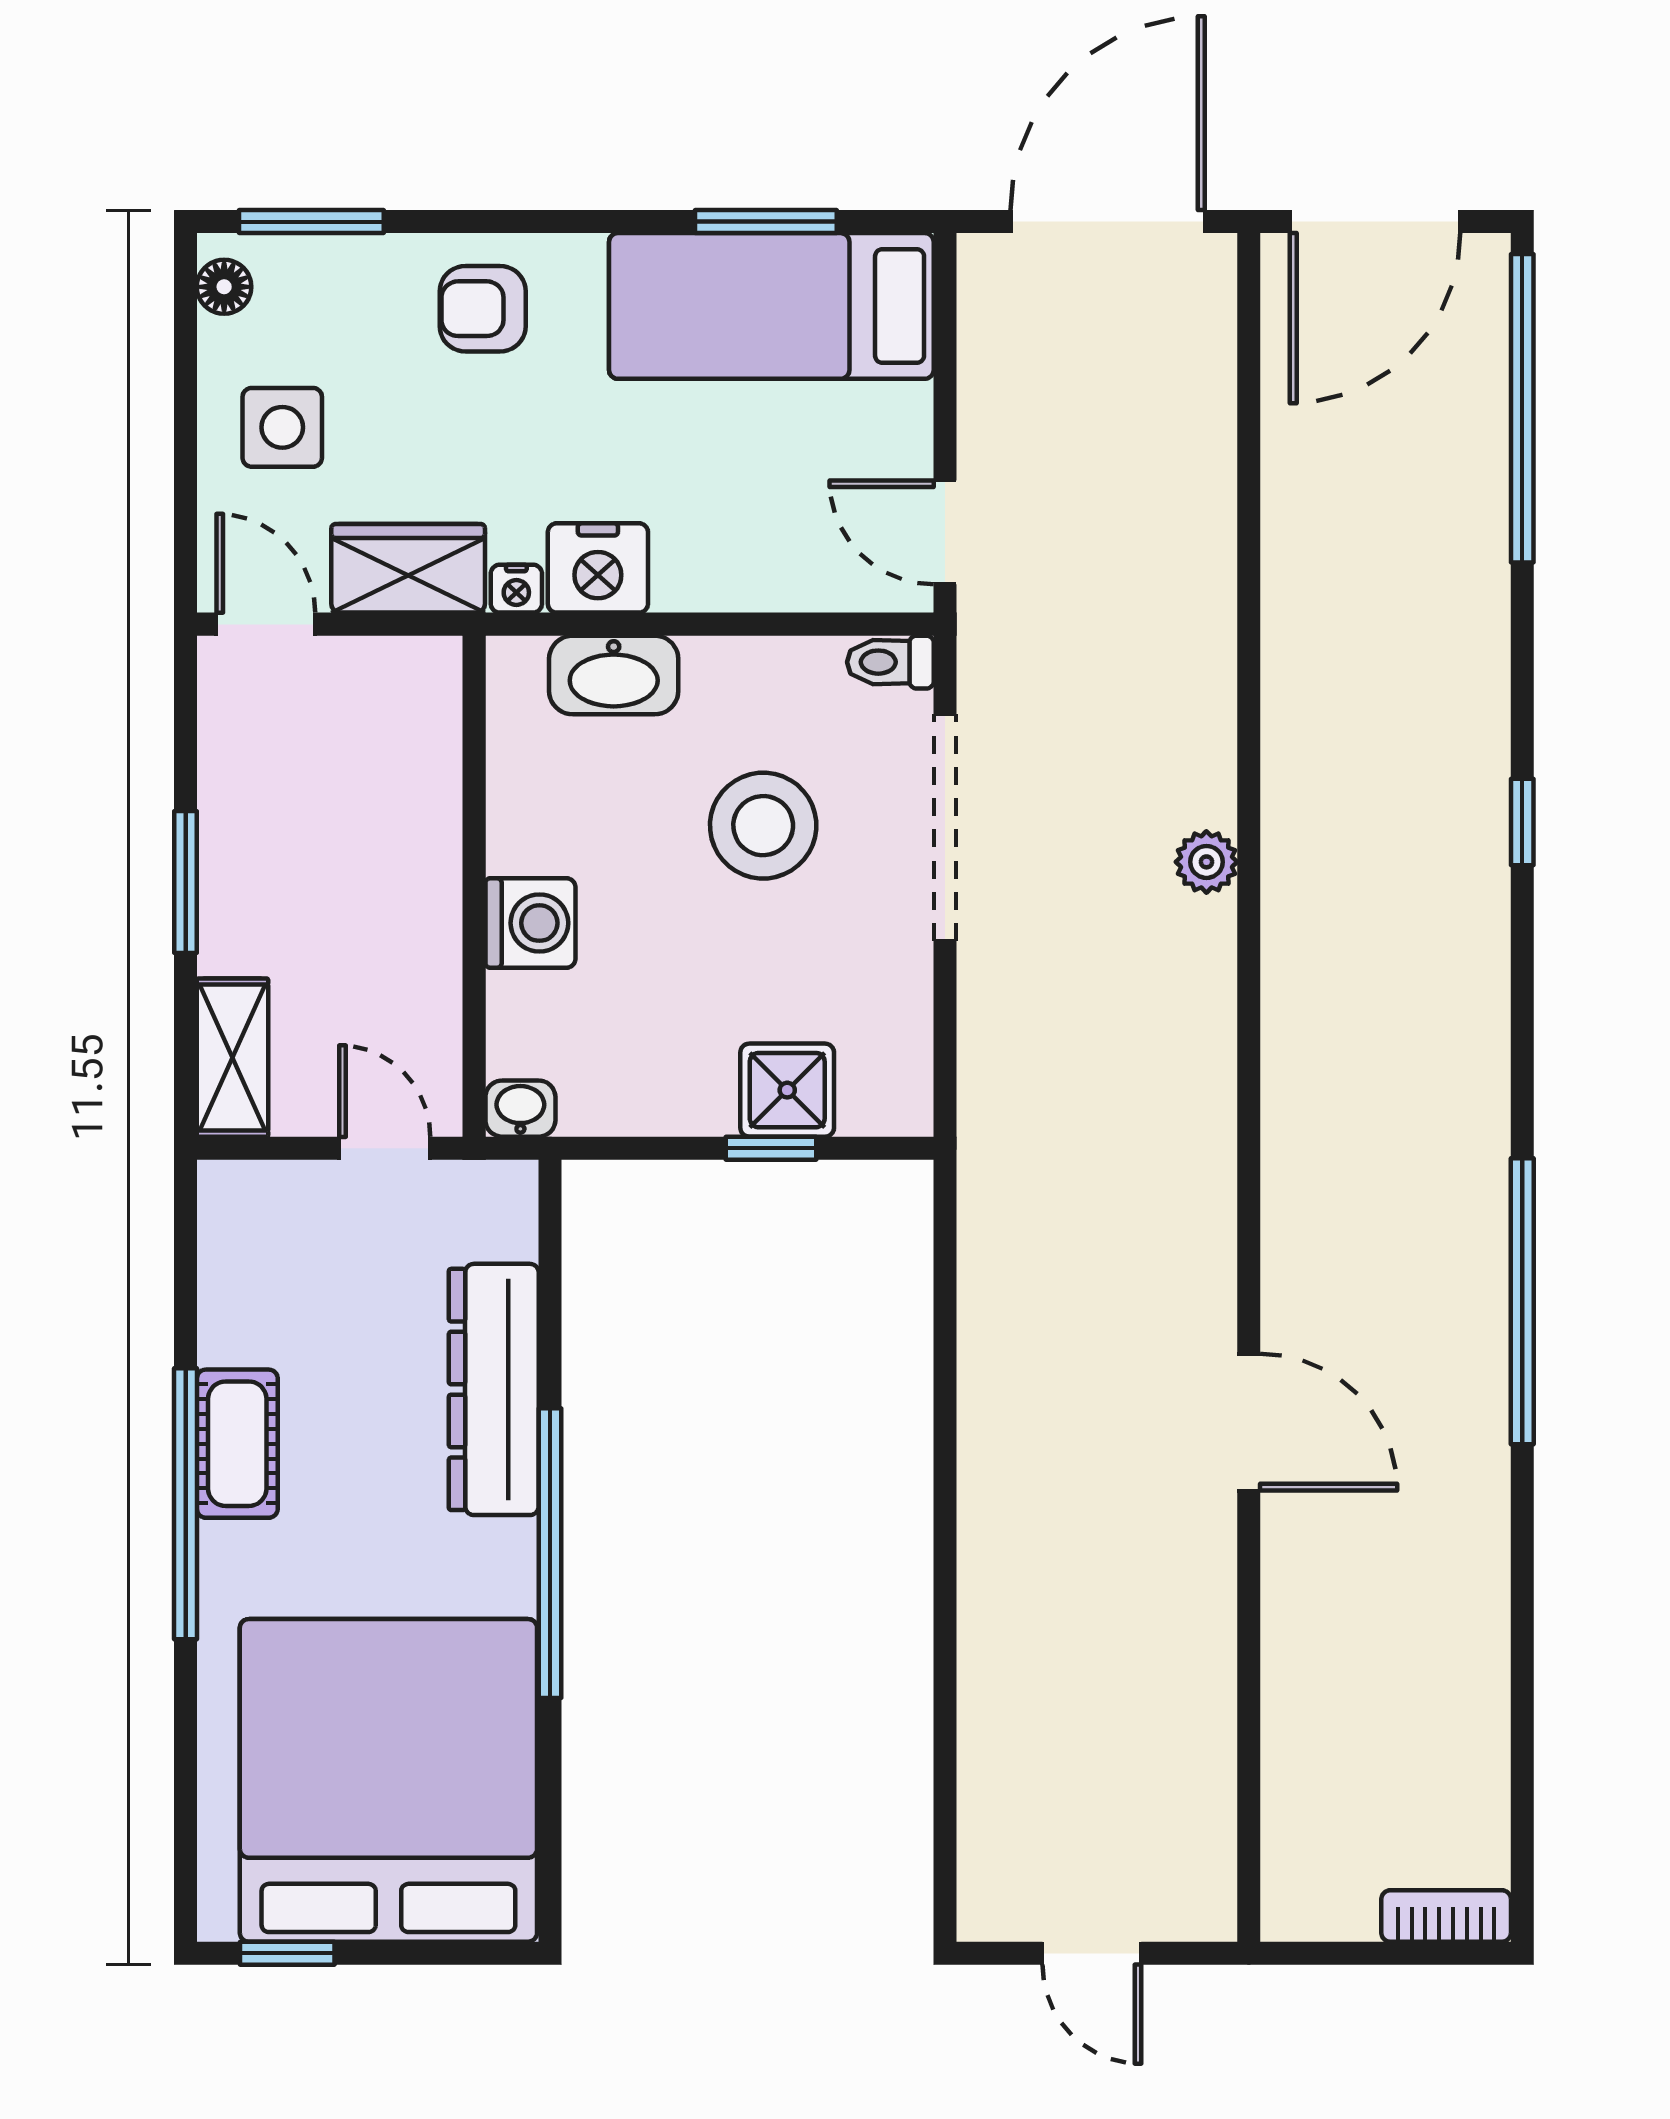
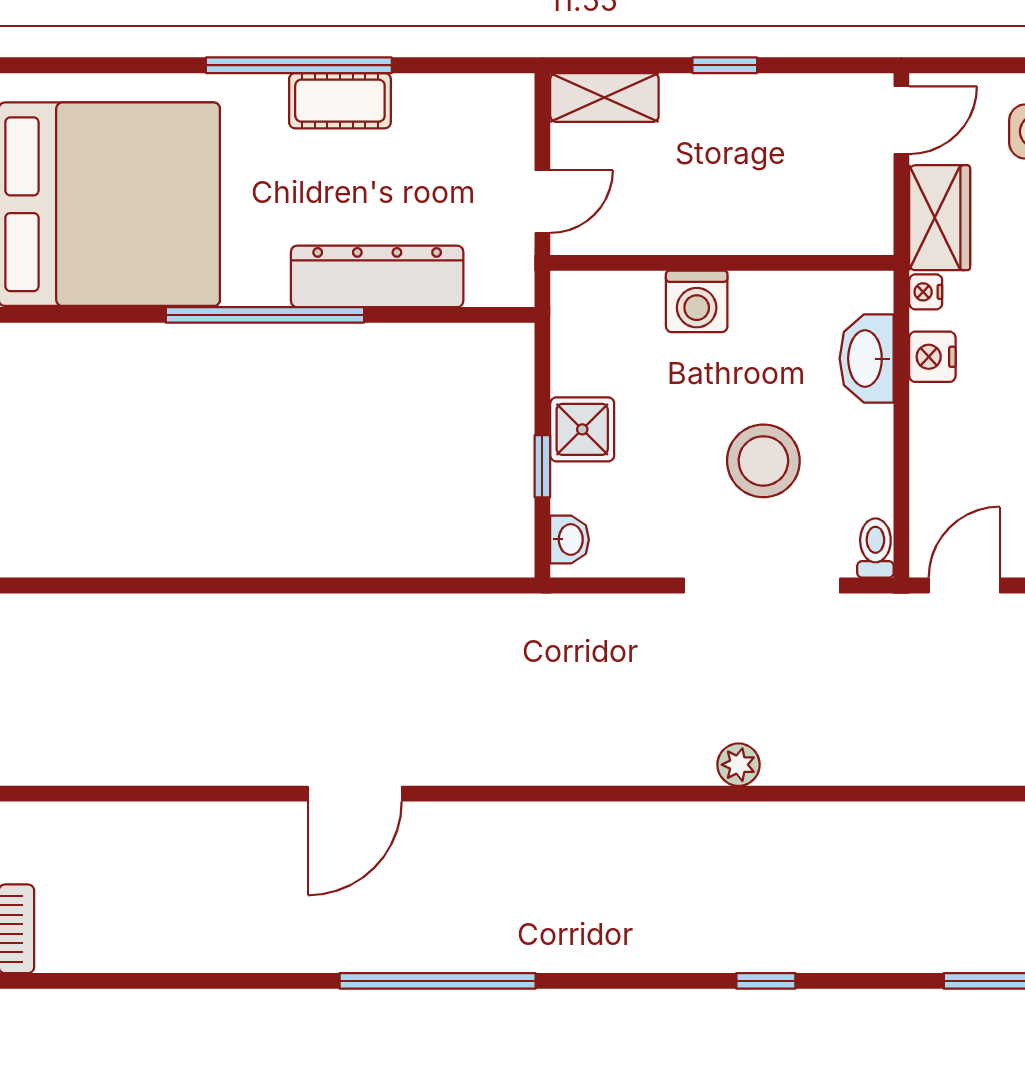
nightstand: (598, 568) -> (932, 357), width x0.74, depth x0.75
window: (186, 882) -> (725, 65), width x0.67
shower: (787, 1090) -> (582, 429), moved
washbasin: (520, 1109) -> (570, 539), moved

